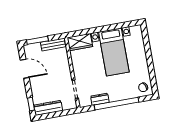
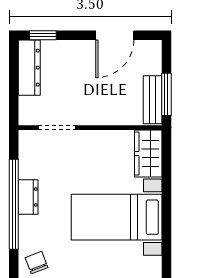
window: (37, 40) -> (166, 94), moved
dresser: (100, 99) -> (28, 197), moved

